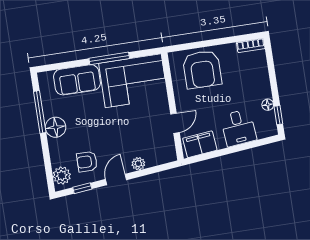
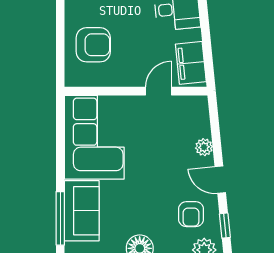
window: (109, 58) -> (60, 218), moved
armchair: (202, 69) -> (93, 45), width x0.73, depth x0.73
door: (175, 123) -> (158, 91), hinge flipped

